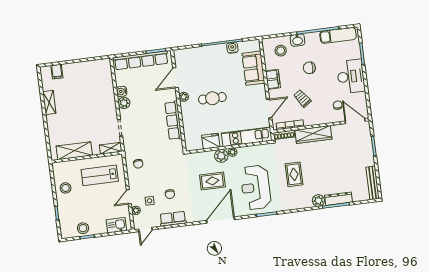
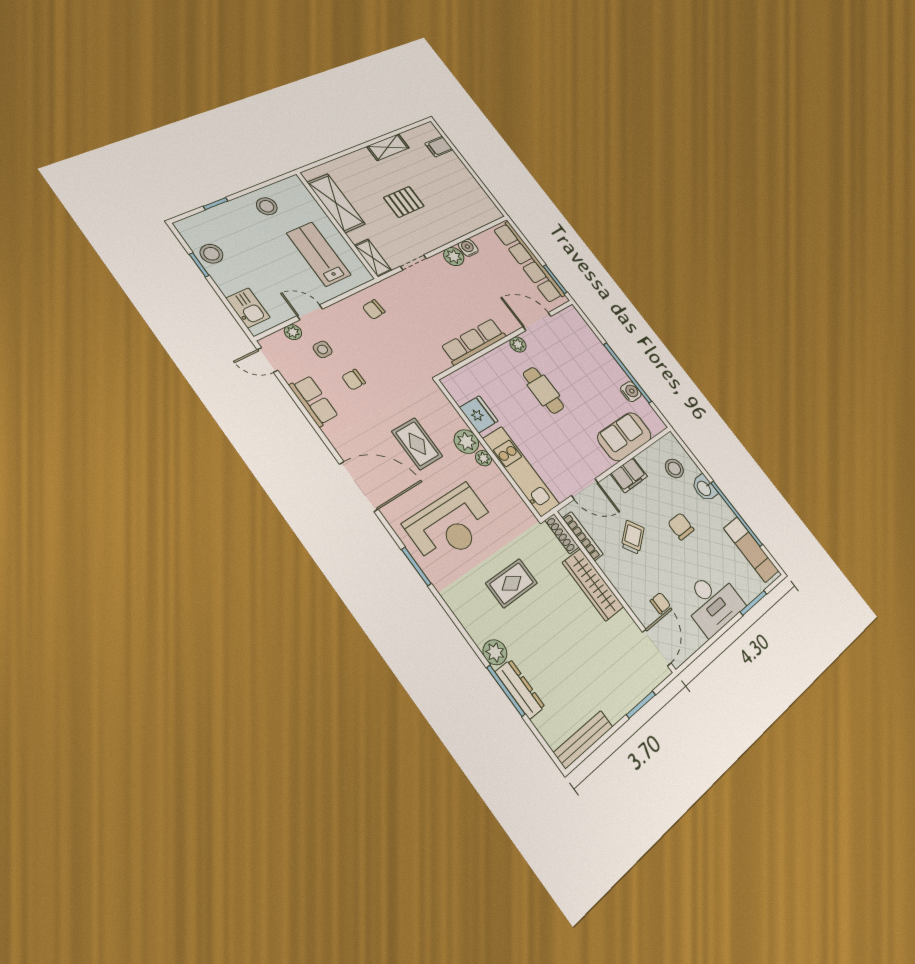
pallet: (84, 113) -> (404, 202), added
reception desk: (256, 187) -> (450, 525), turned 180

